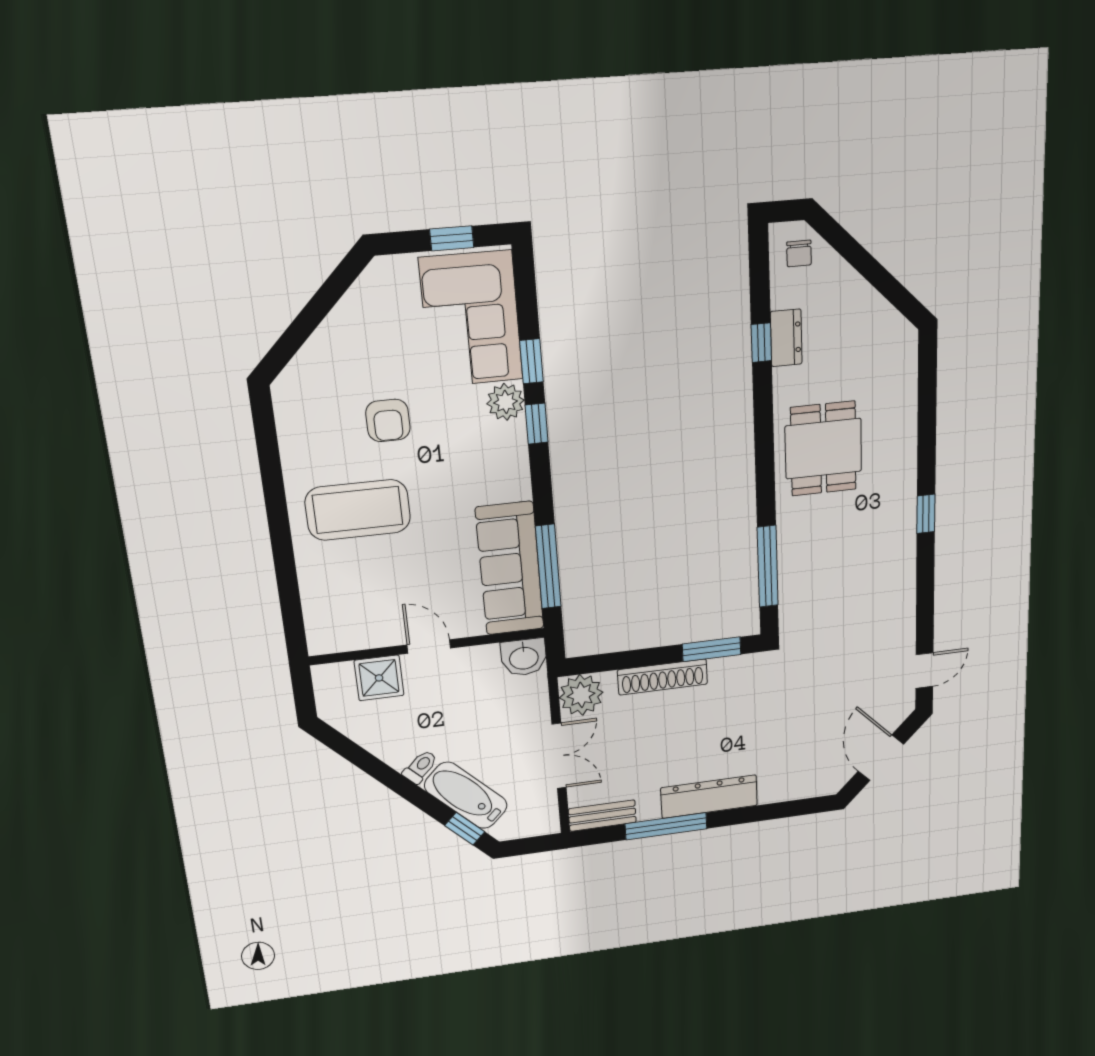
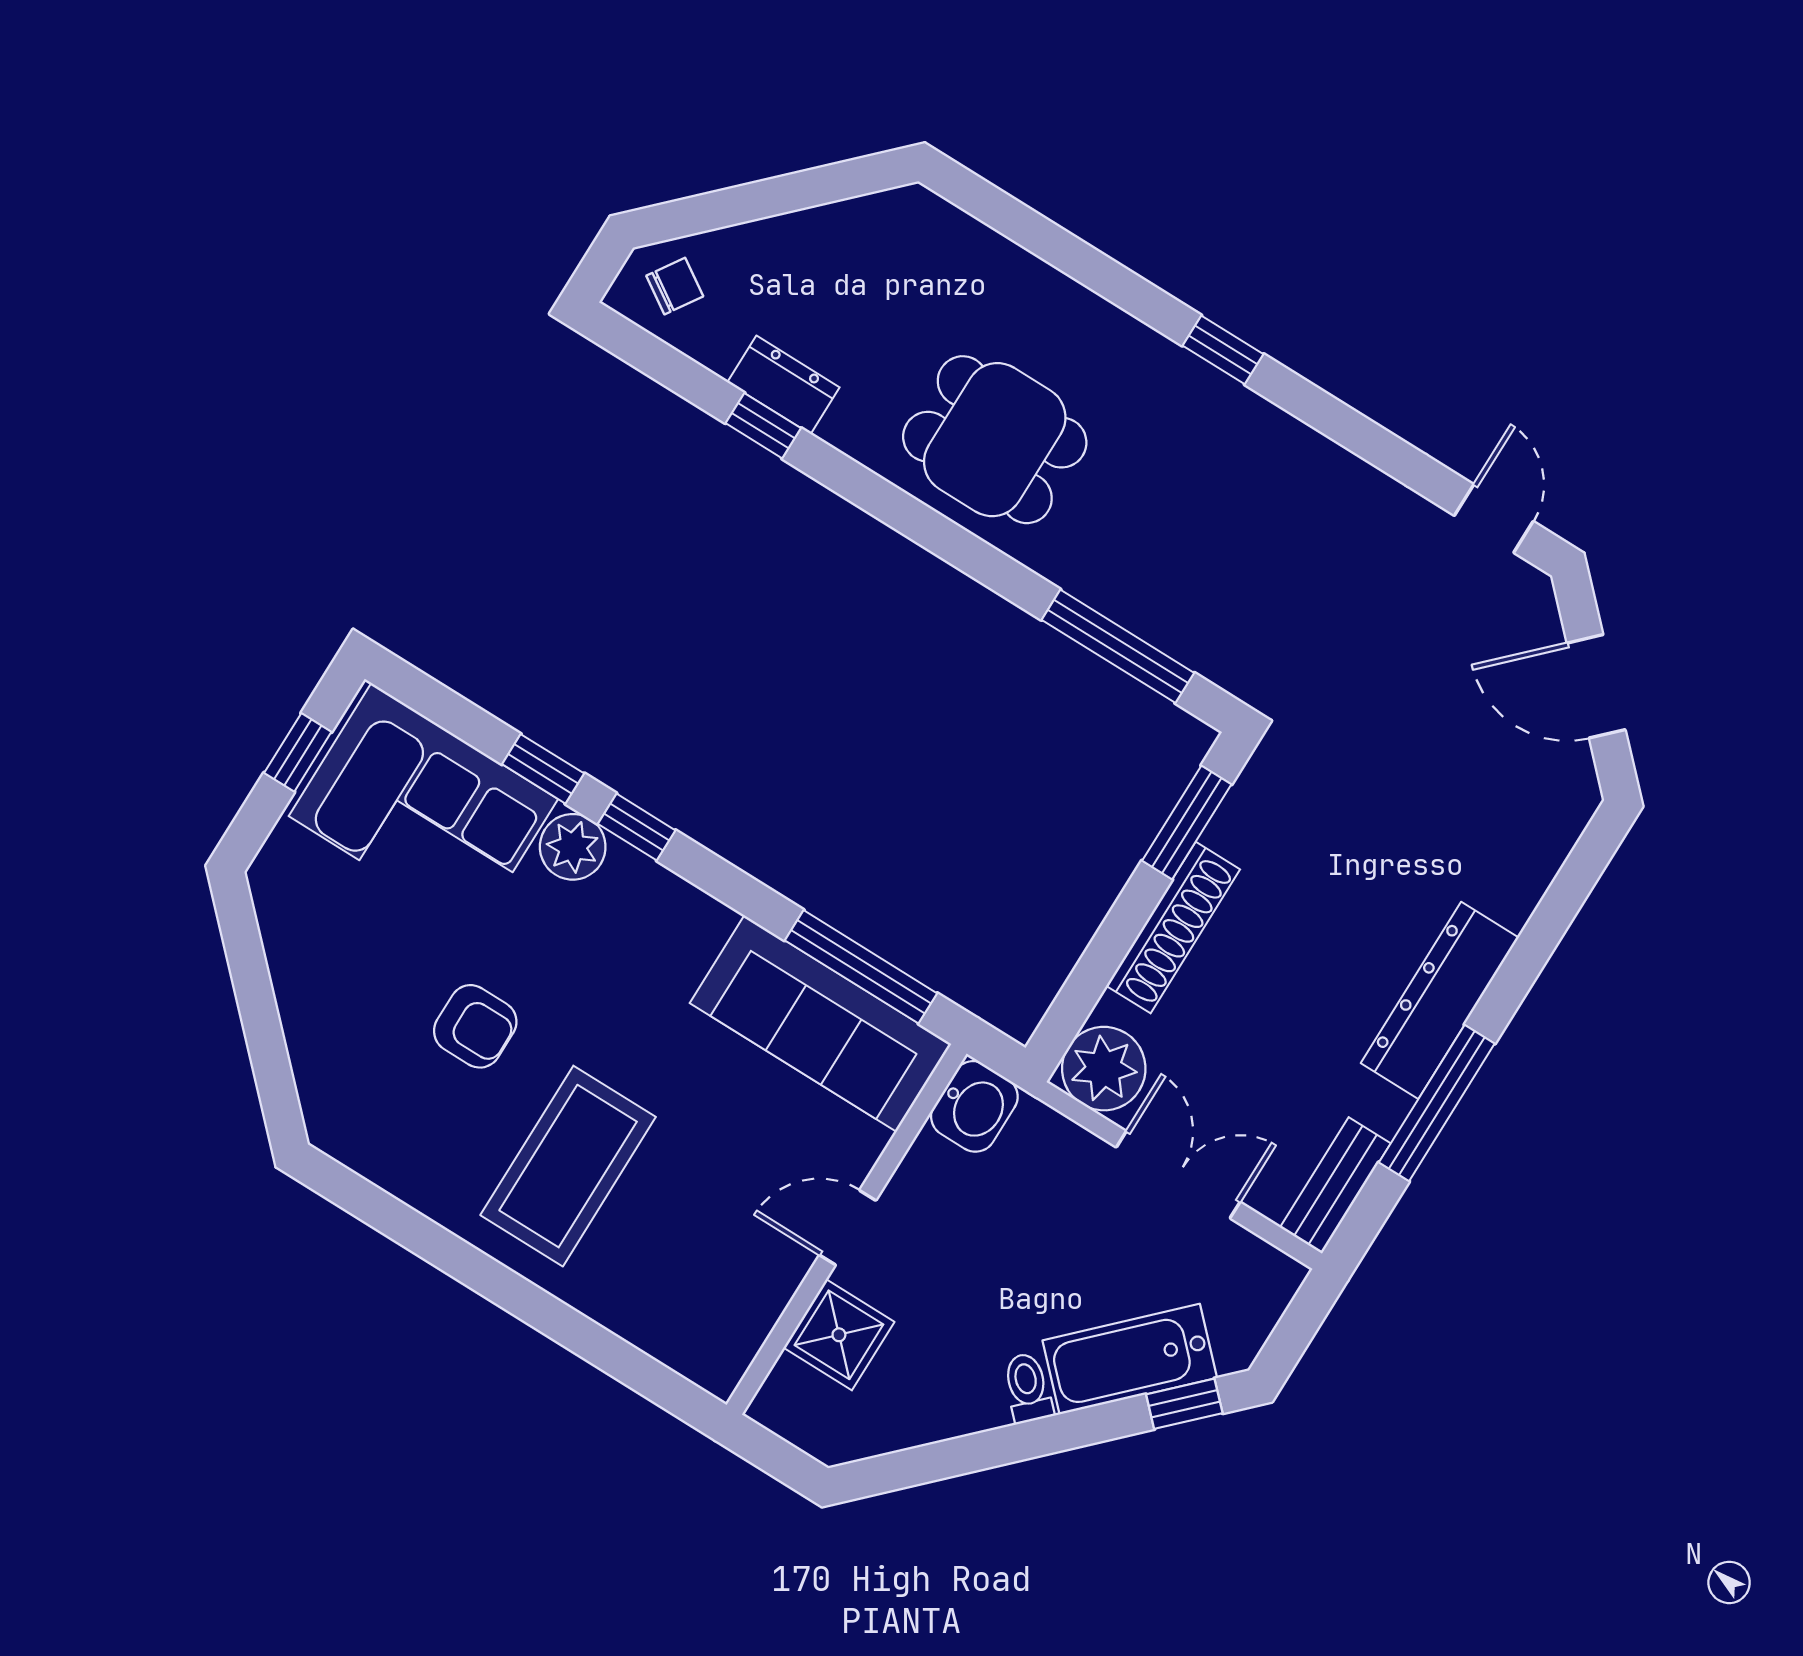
chair: (799, 253) -> (675, 286), turned -57

